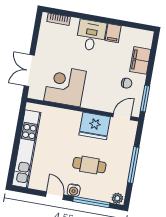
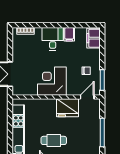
filing cabinet: (140, 60) -> (94, 38), moved
corner desk: (65, 86) -> (52, 81), moved
cafe table: (89, 165) -> (54, 140), moved

